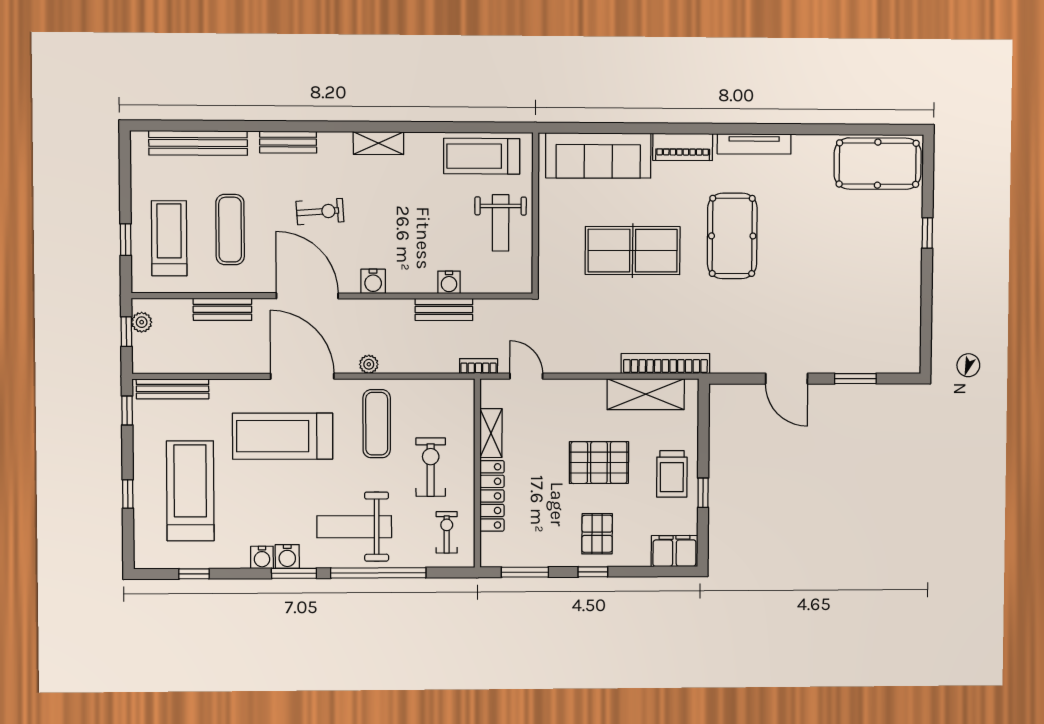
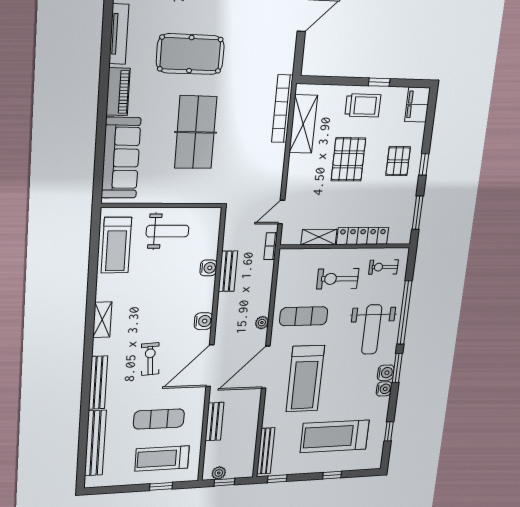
bench: (288, 142) -> (98, 383), width x1.36
pallet: (597, 534) -> (398, 161), turned 90

